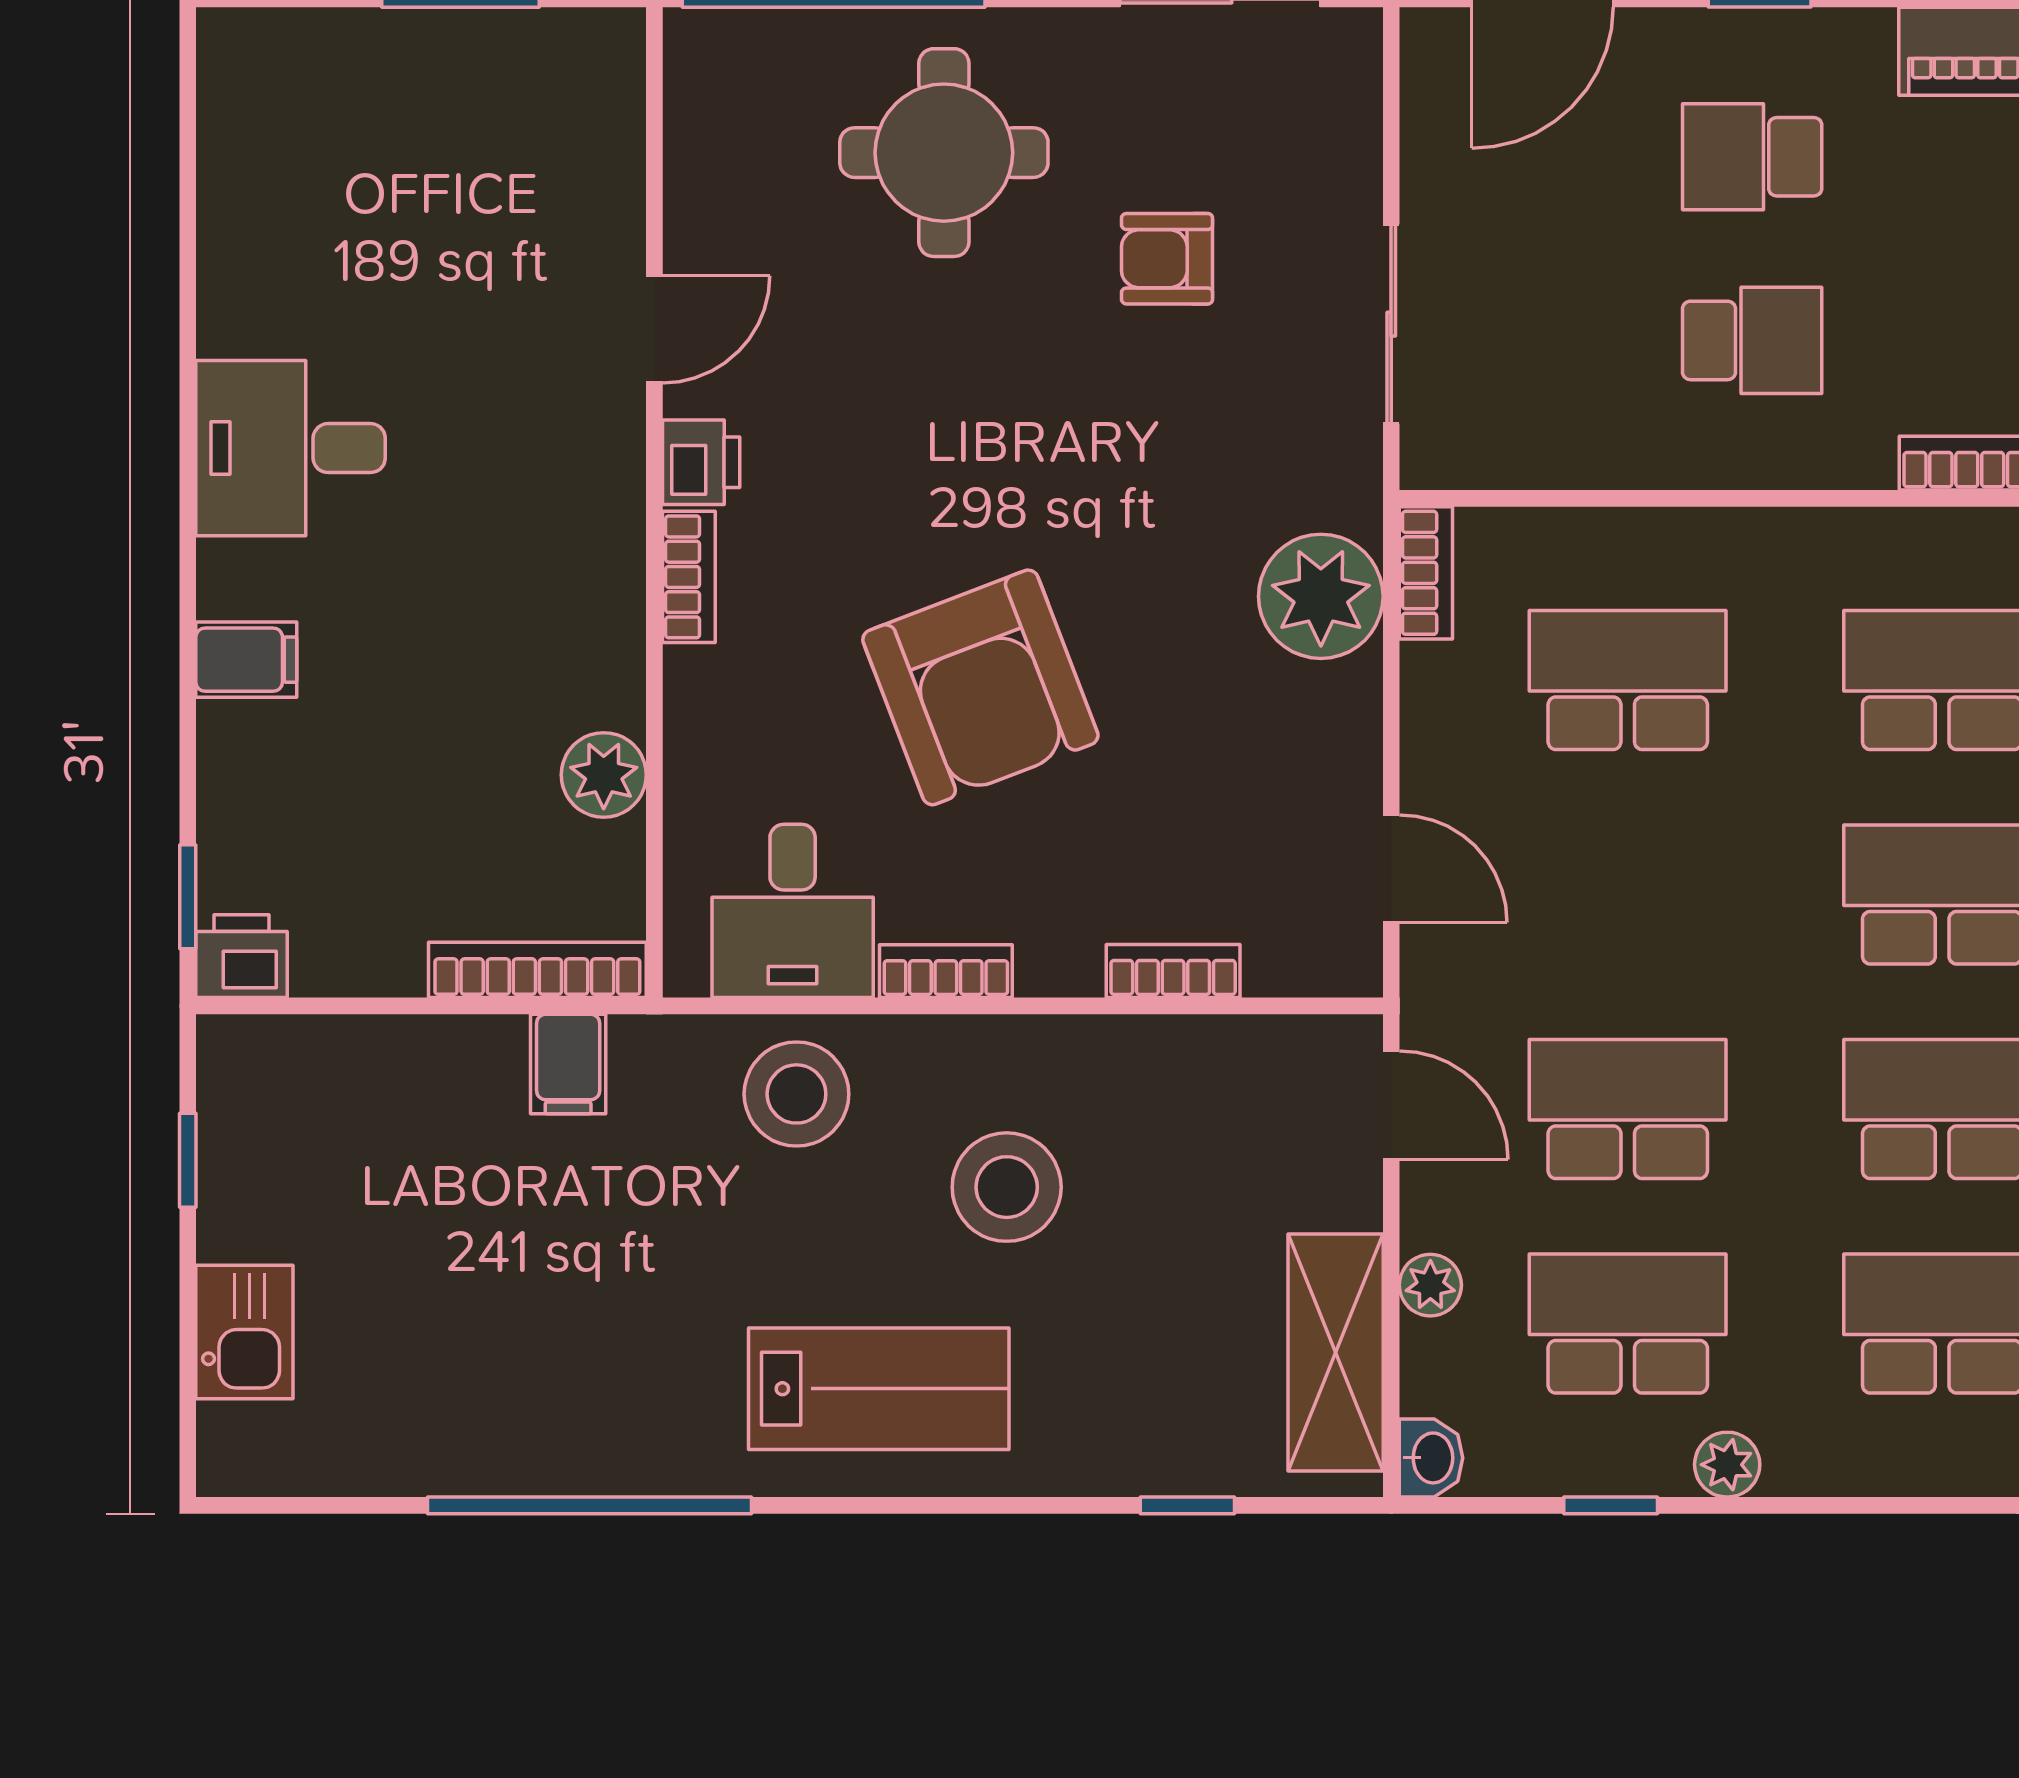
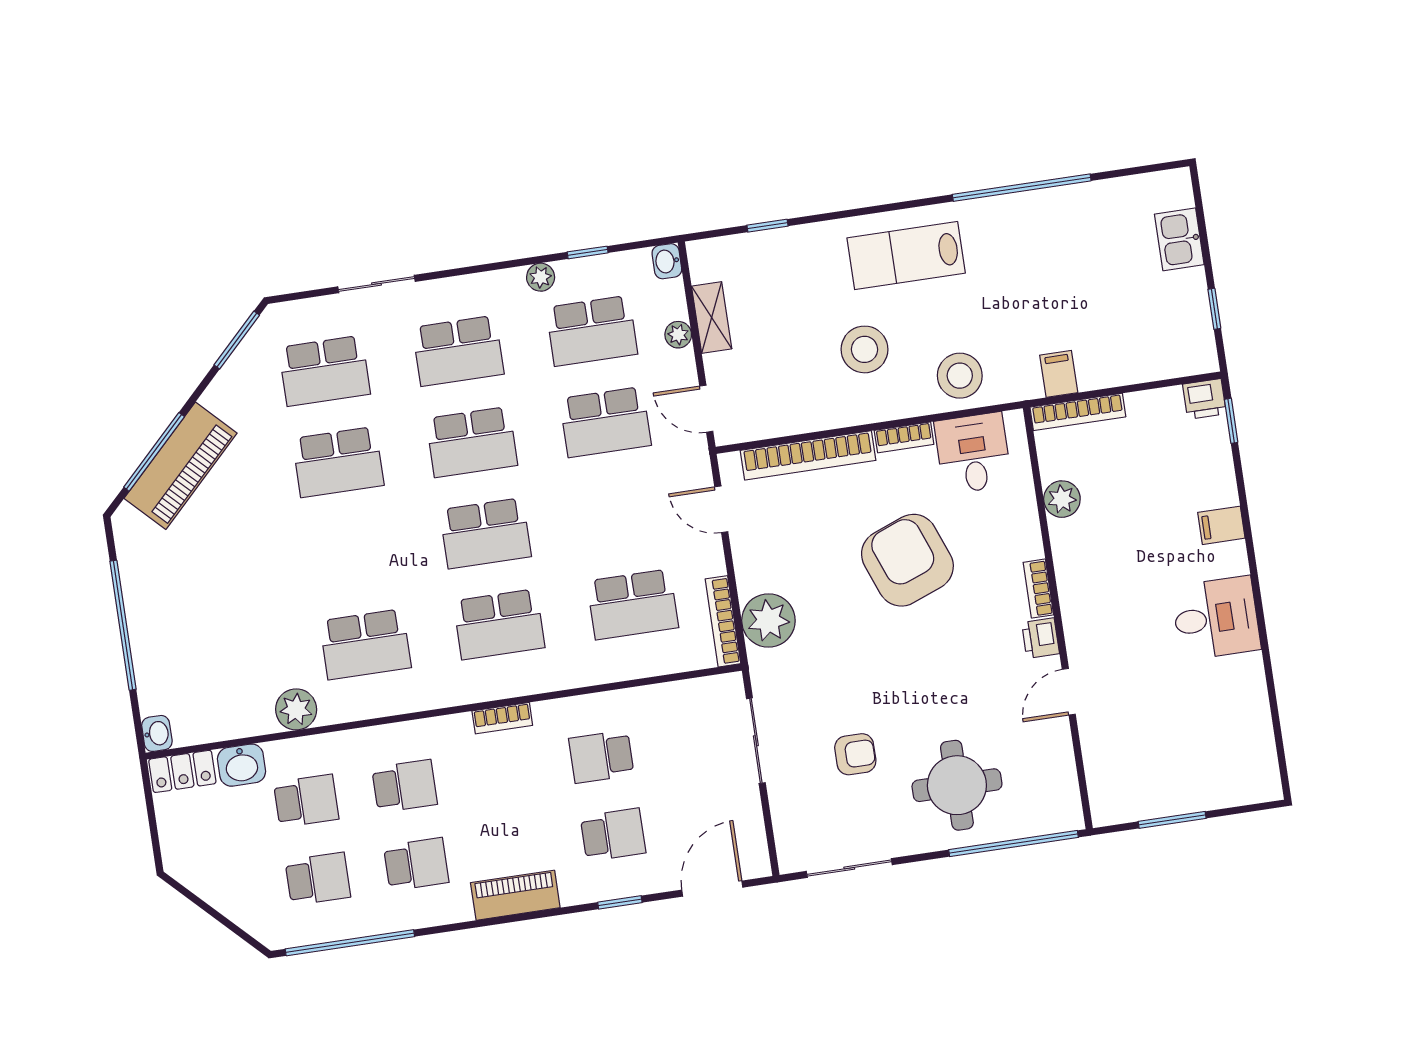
bookcase: (1426, 573) -> (723, 621), width x1.56
bookcase: (1173, 971) -> (808, 455), width x2.31, depth x1.31
shelving: (1336, 1353) -> (712, 318), width x0.67, depth x0.75

